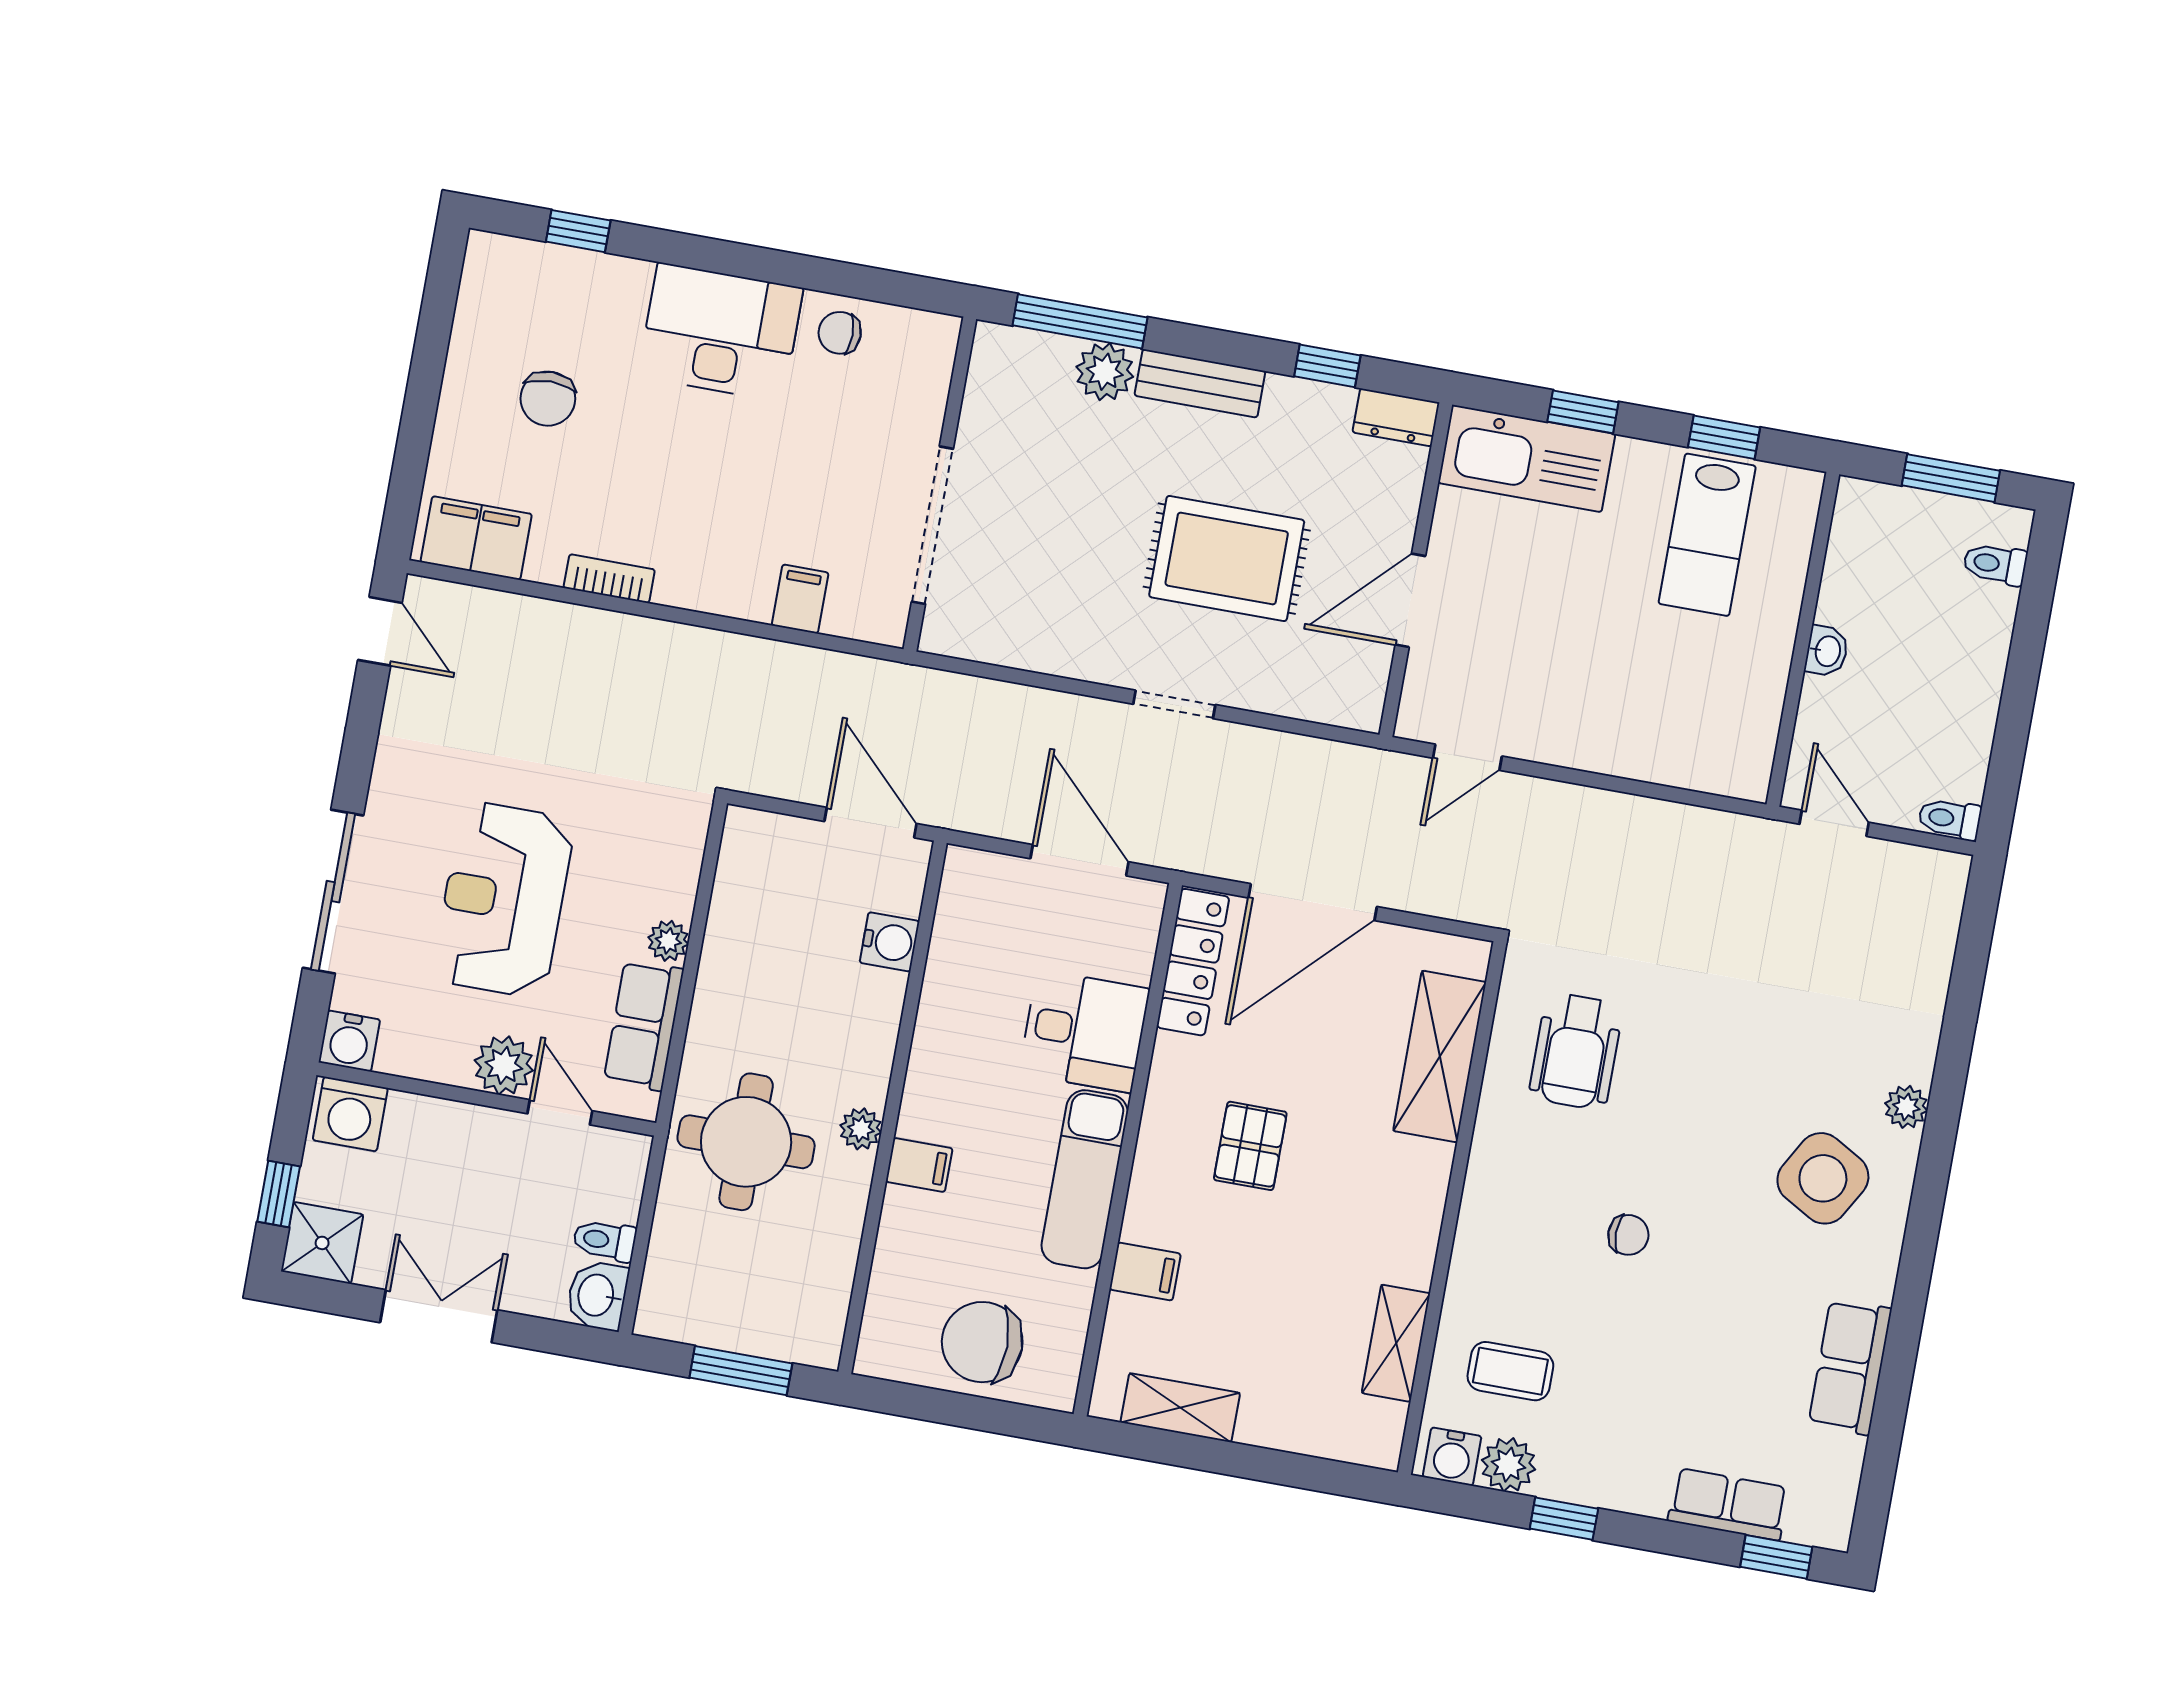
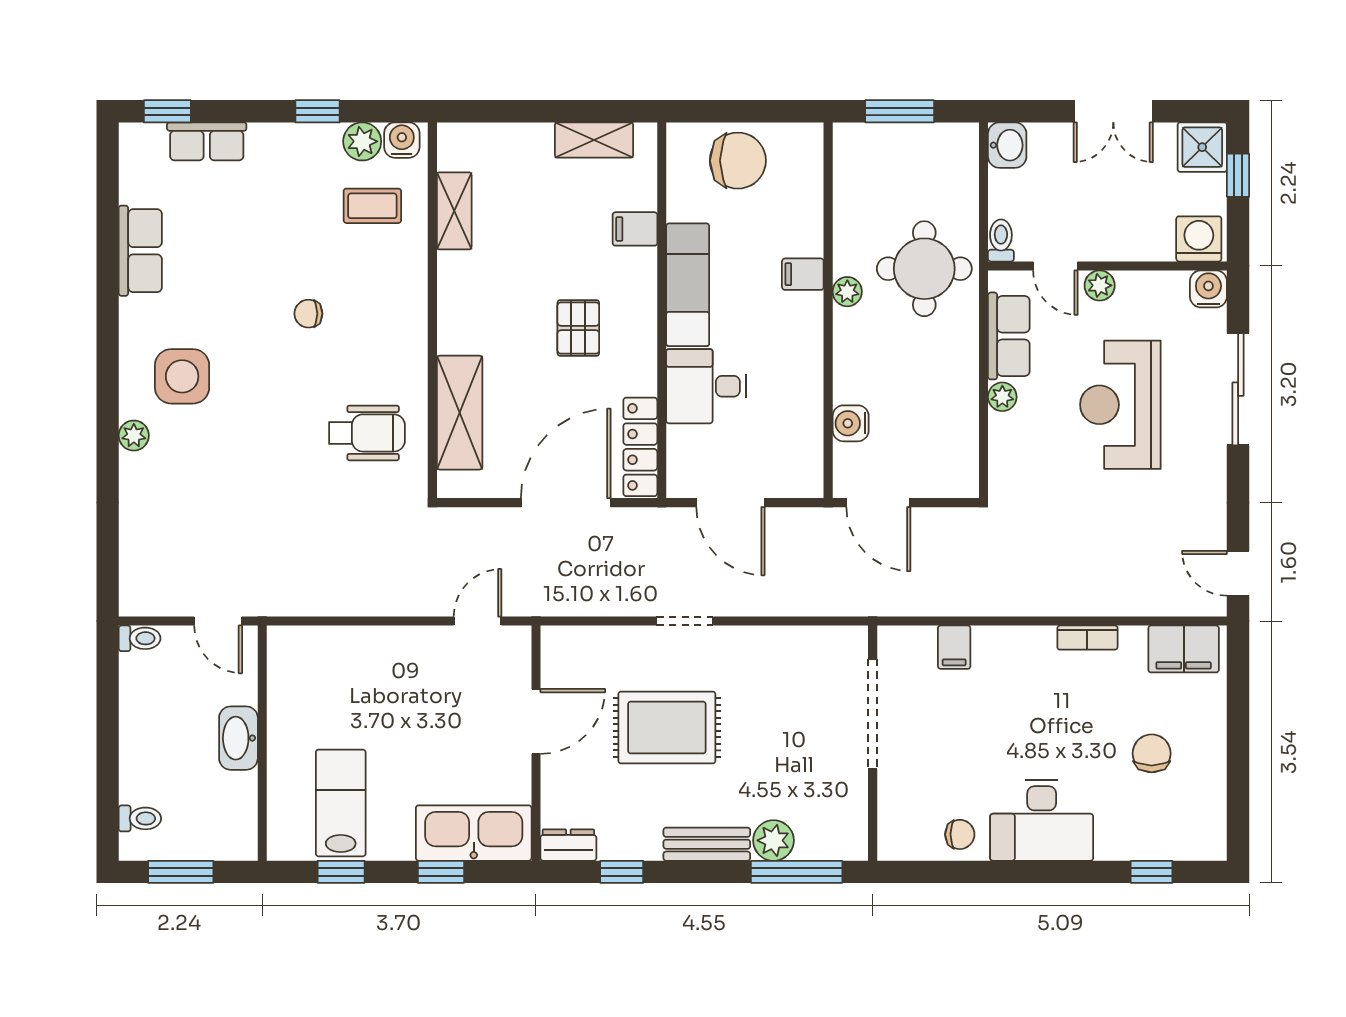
washbasin: (1827, 651) -> (238, 738), width x1.91, depth x1.45
reception desk: (503, 899) -> (1120, 405), turned 180
wheelchair: (1576, 1051) -> (367, 433), turned 90
plant: (504, 1065) -> (1100, 285), width x0.73, depth x0.73
side table: (1823, 1178) -> (182, 376), turned -30
toilet: (605, 1240) -> (1001, 240), moved, turned -90

